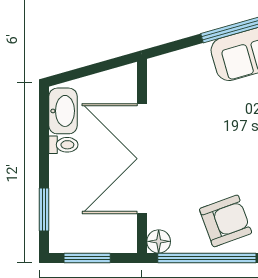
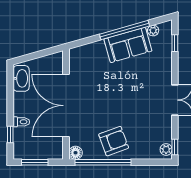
toilet: (63, 145) -> (21, 122), moved
window: (44, 209) -> (10, 135), width x0.67

